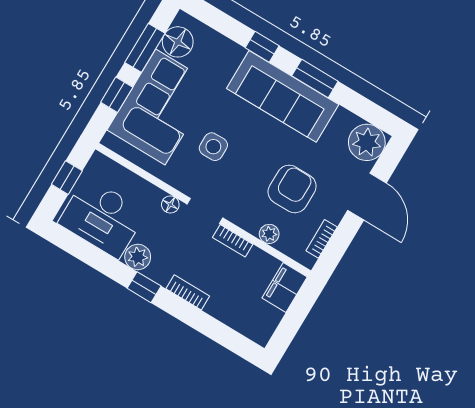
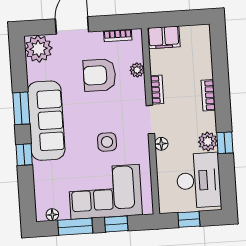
floor lamp: (178, 42) -> (52, 215), width x0.53, depth x0.53
window: (144, 287) -> (225, 143), moved

